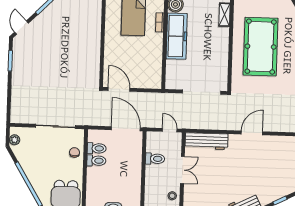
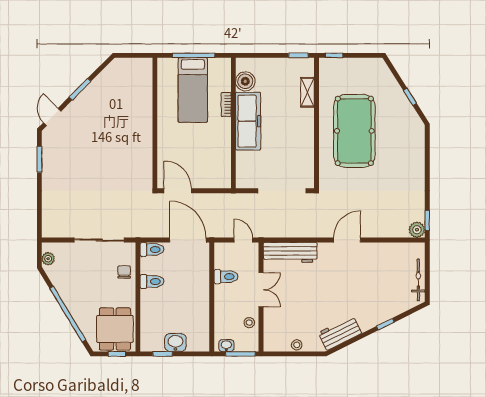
toilet: (97, 148) -> (152, 249), moved

